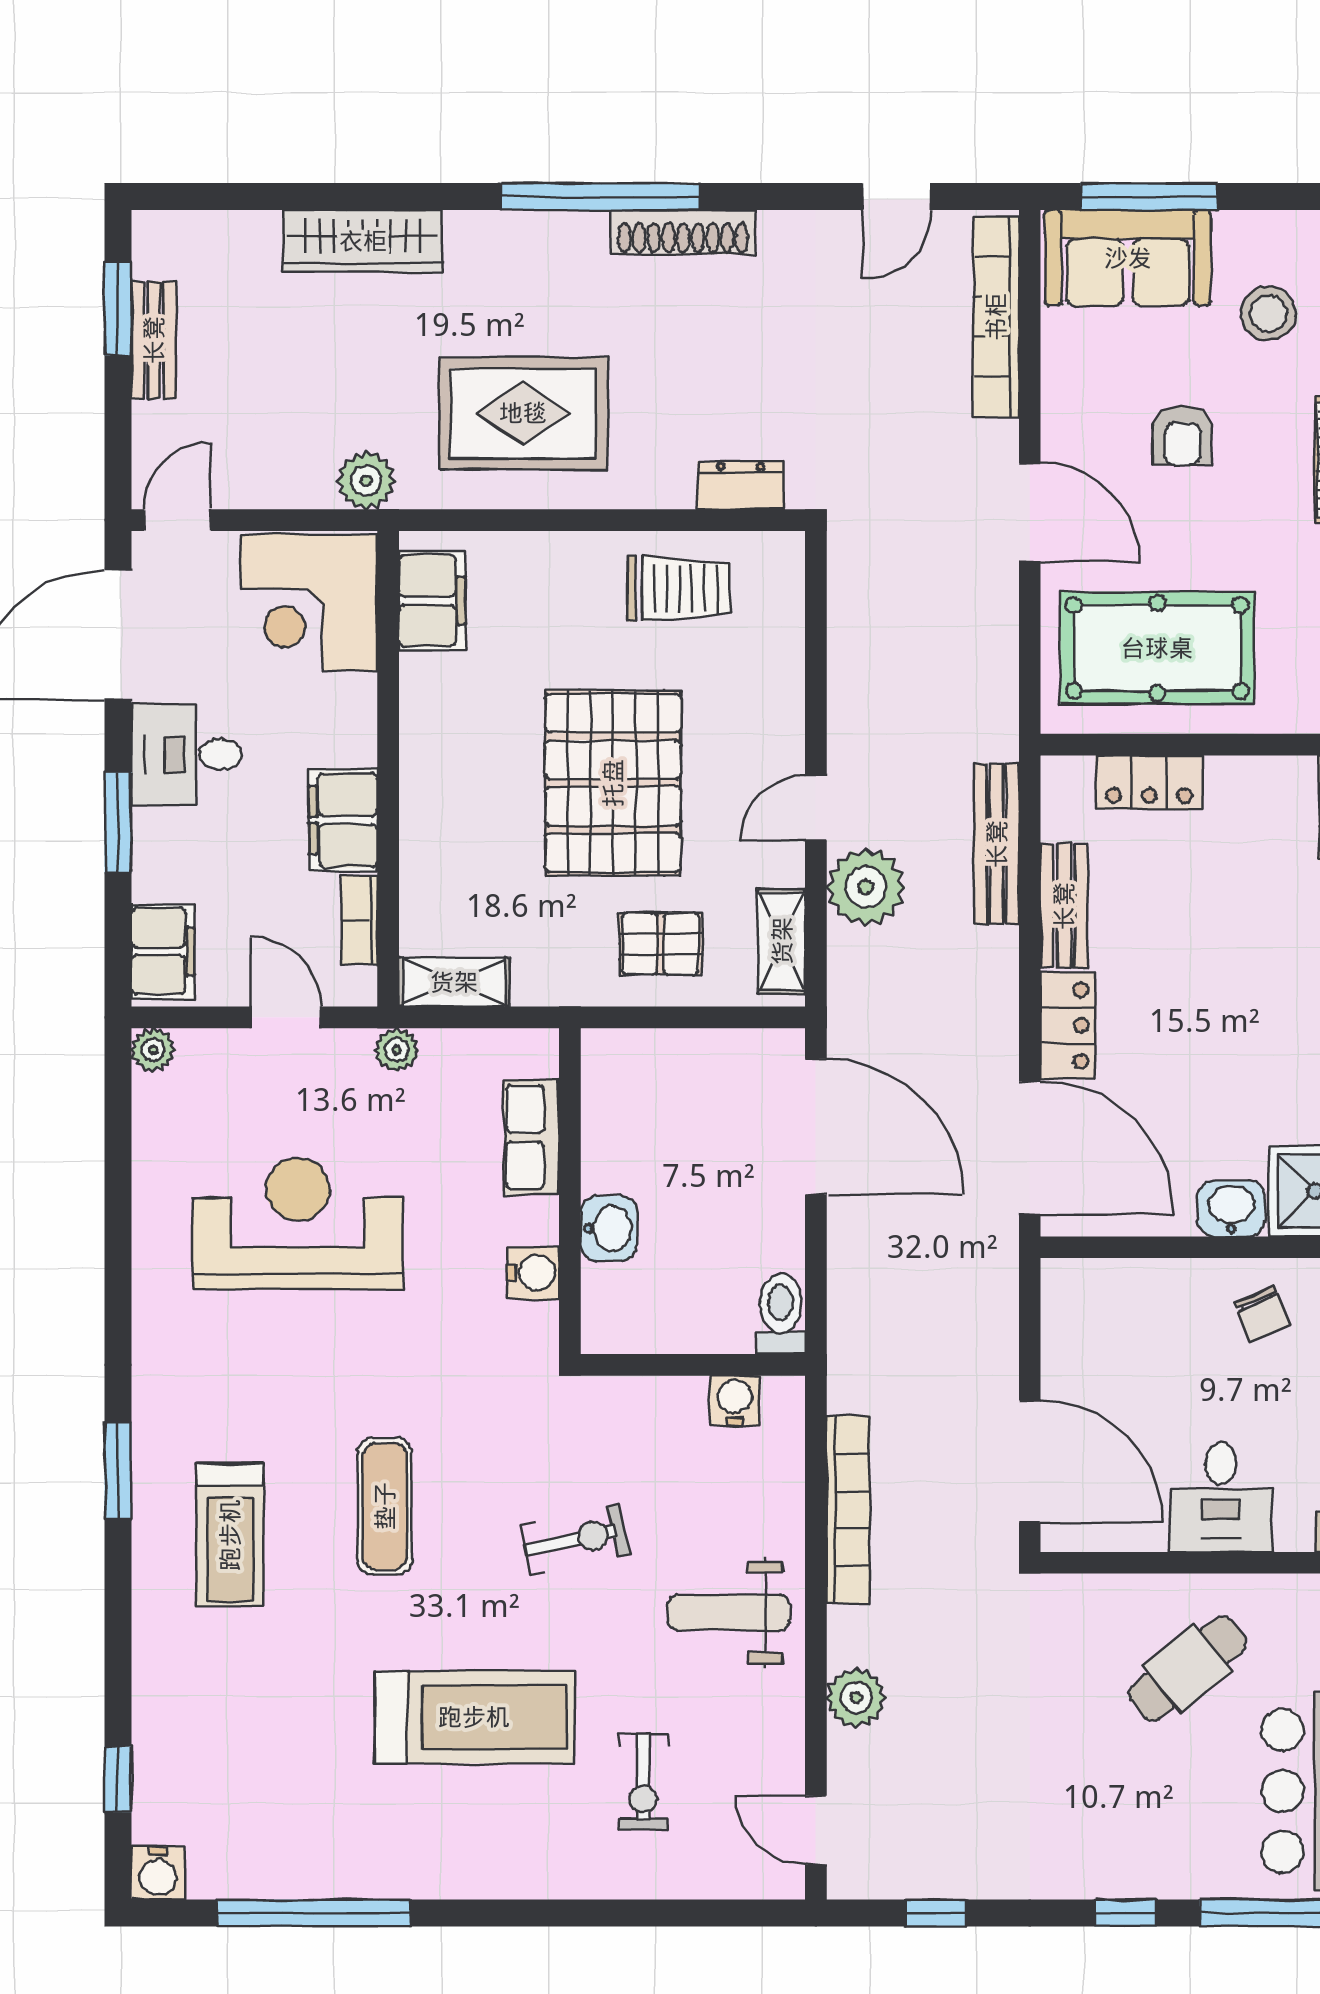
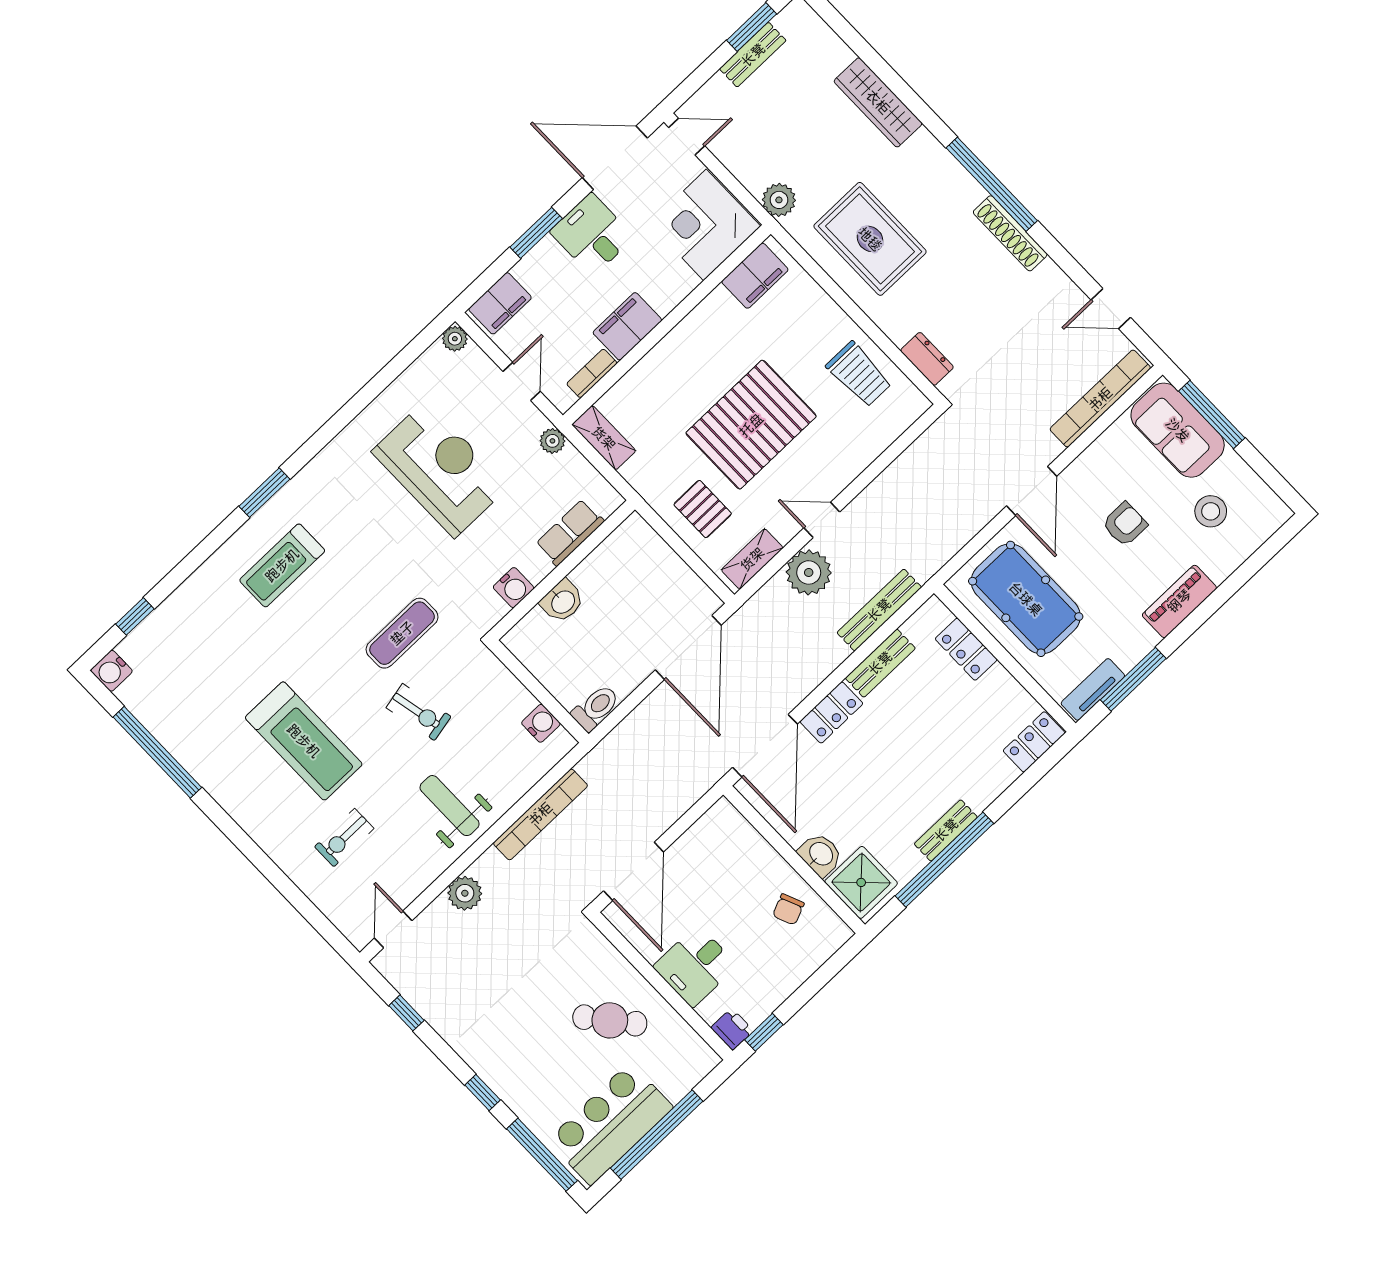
armchair: (1182, 436) -> (1125, 524), turned 180
exercise mat: (385, 1506) -> (402, 633), moved

